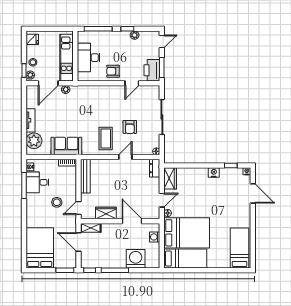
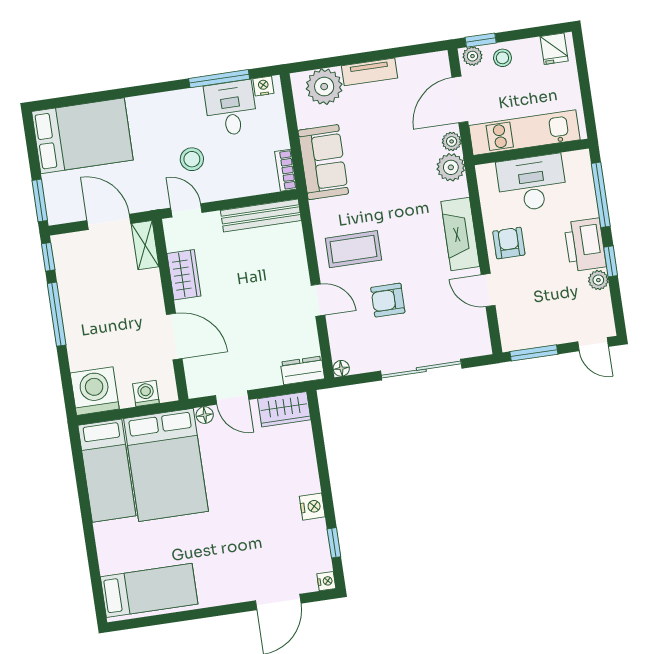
printer: (152, 70) -> (585, 245), moved, turned -90
door: (48, 83) -> (460, 99), hinge flipped
plant: (77, 91) -> (451, 167), added
fireplace: (106, 92) -> (460, 234), added
door: (132, 221) -> (174, 337), hinge flipped
door: (78, 242) -> (109, 222), hinge flipped
washing machine: (136, 259) -> (95, 391), moved, turned -90

